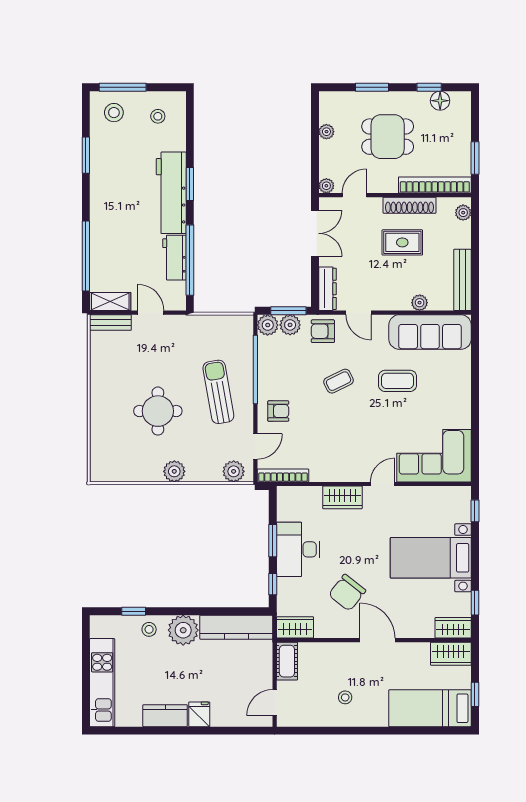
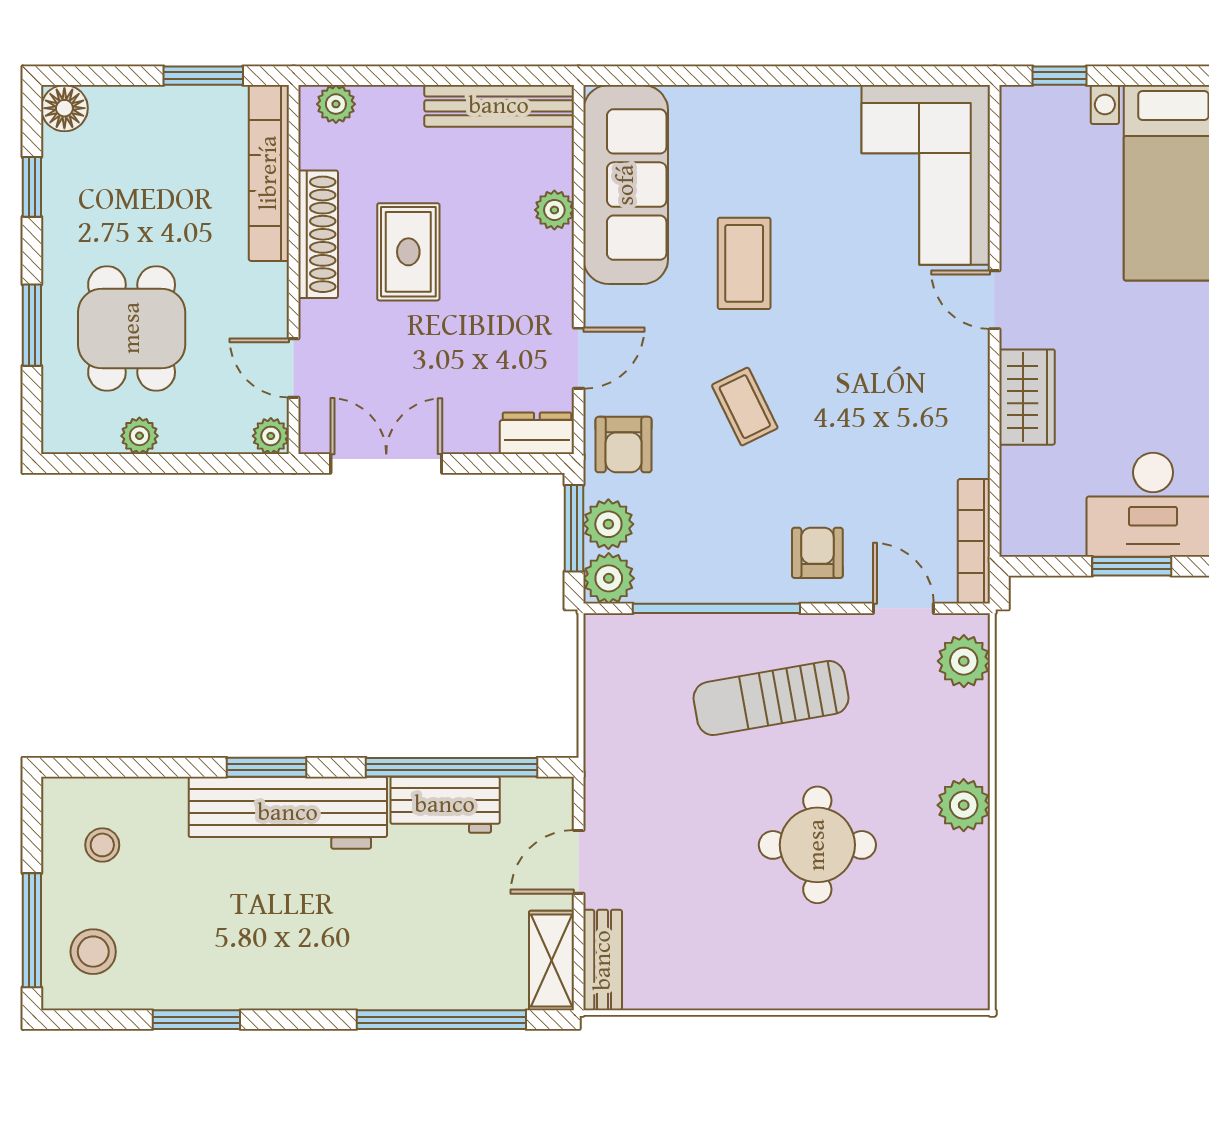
floor lamp: (440, 101) -> (64, 108), moved
dining table: (388, 137) -> (132, 328), moved
dresser: (327, 289) -> (537, 433), width x0.70

